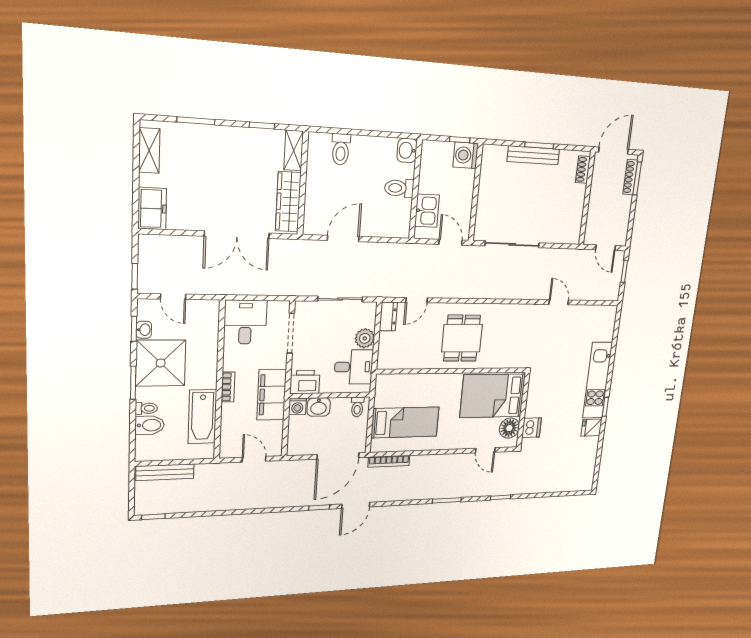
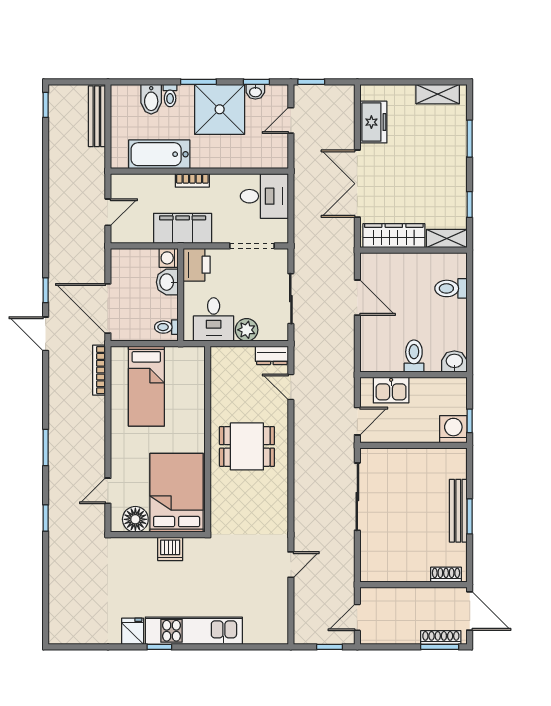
freezer: (152, 209) -> (373, 122), moved, turned -90
dishwasher: (532, 428) -> (170, 549), moved

